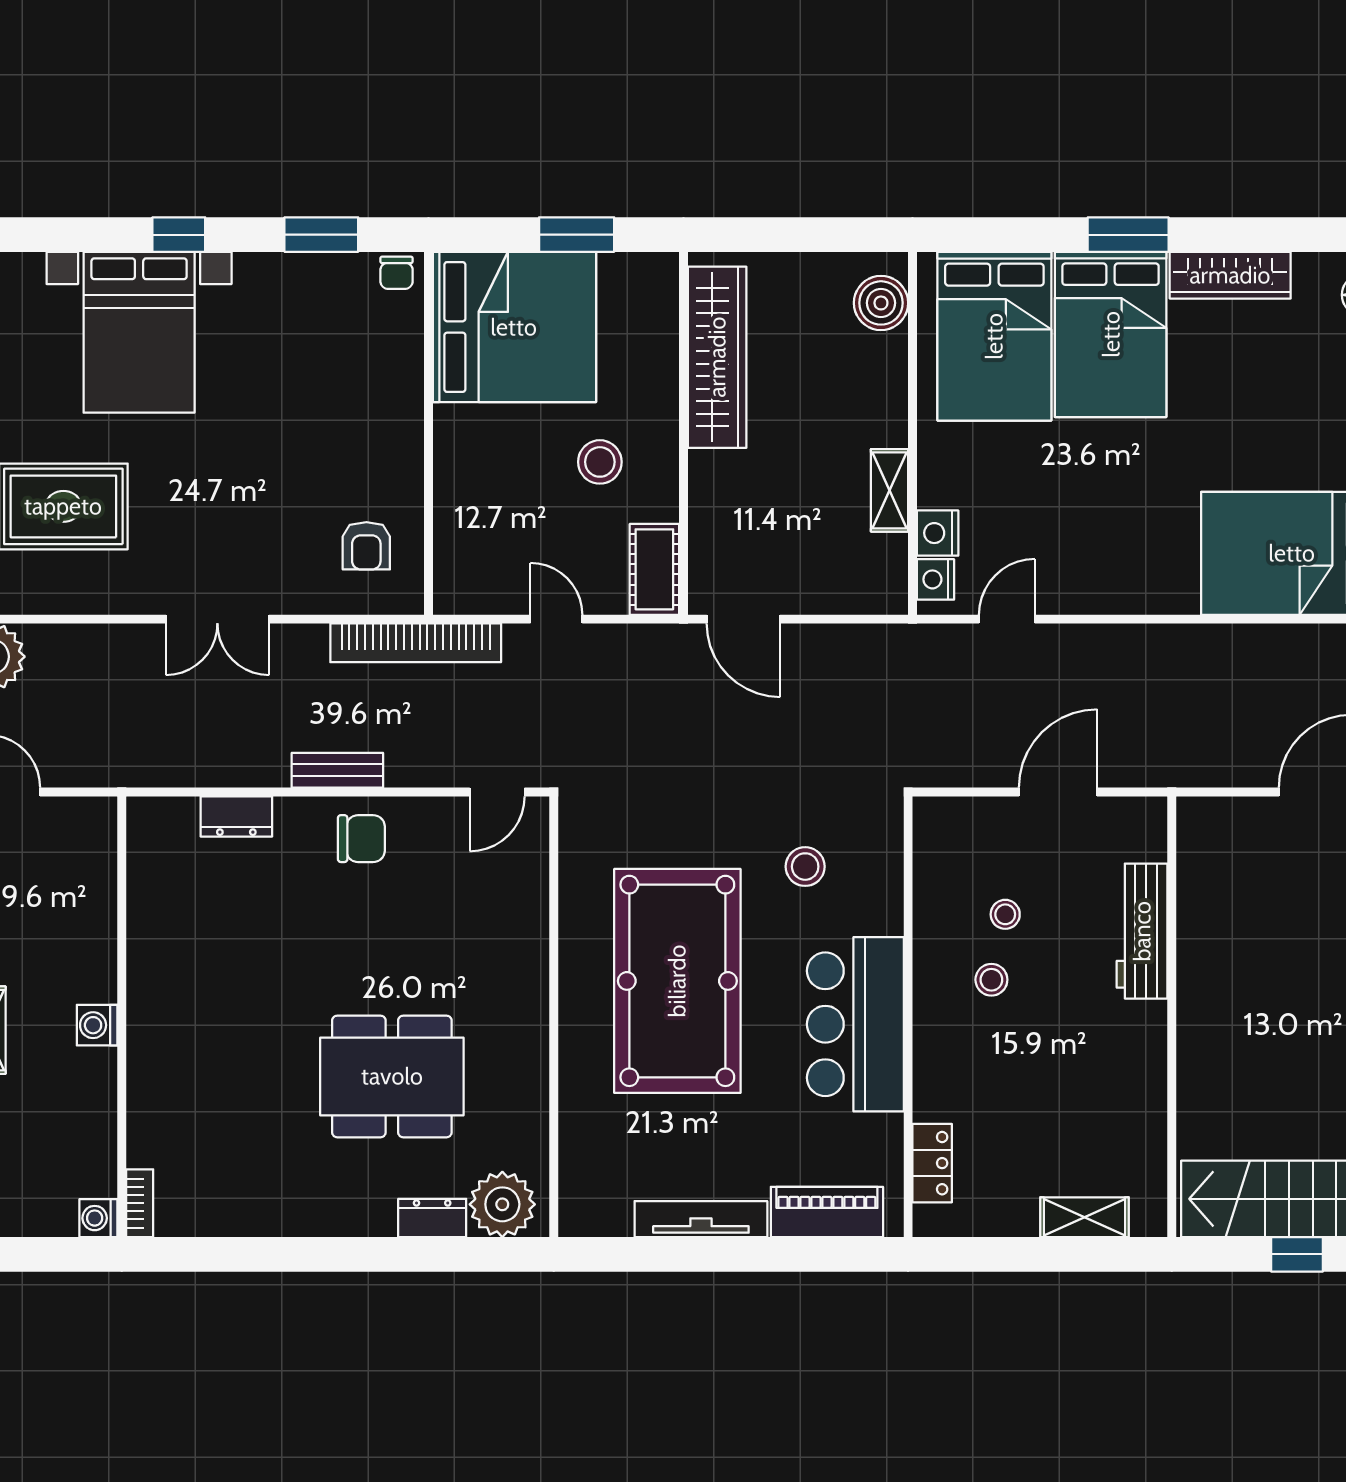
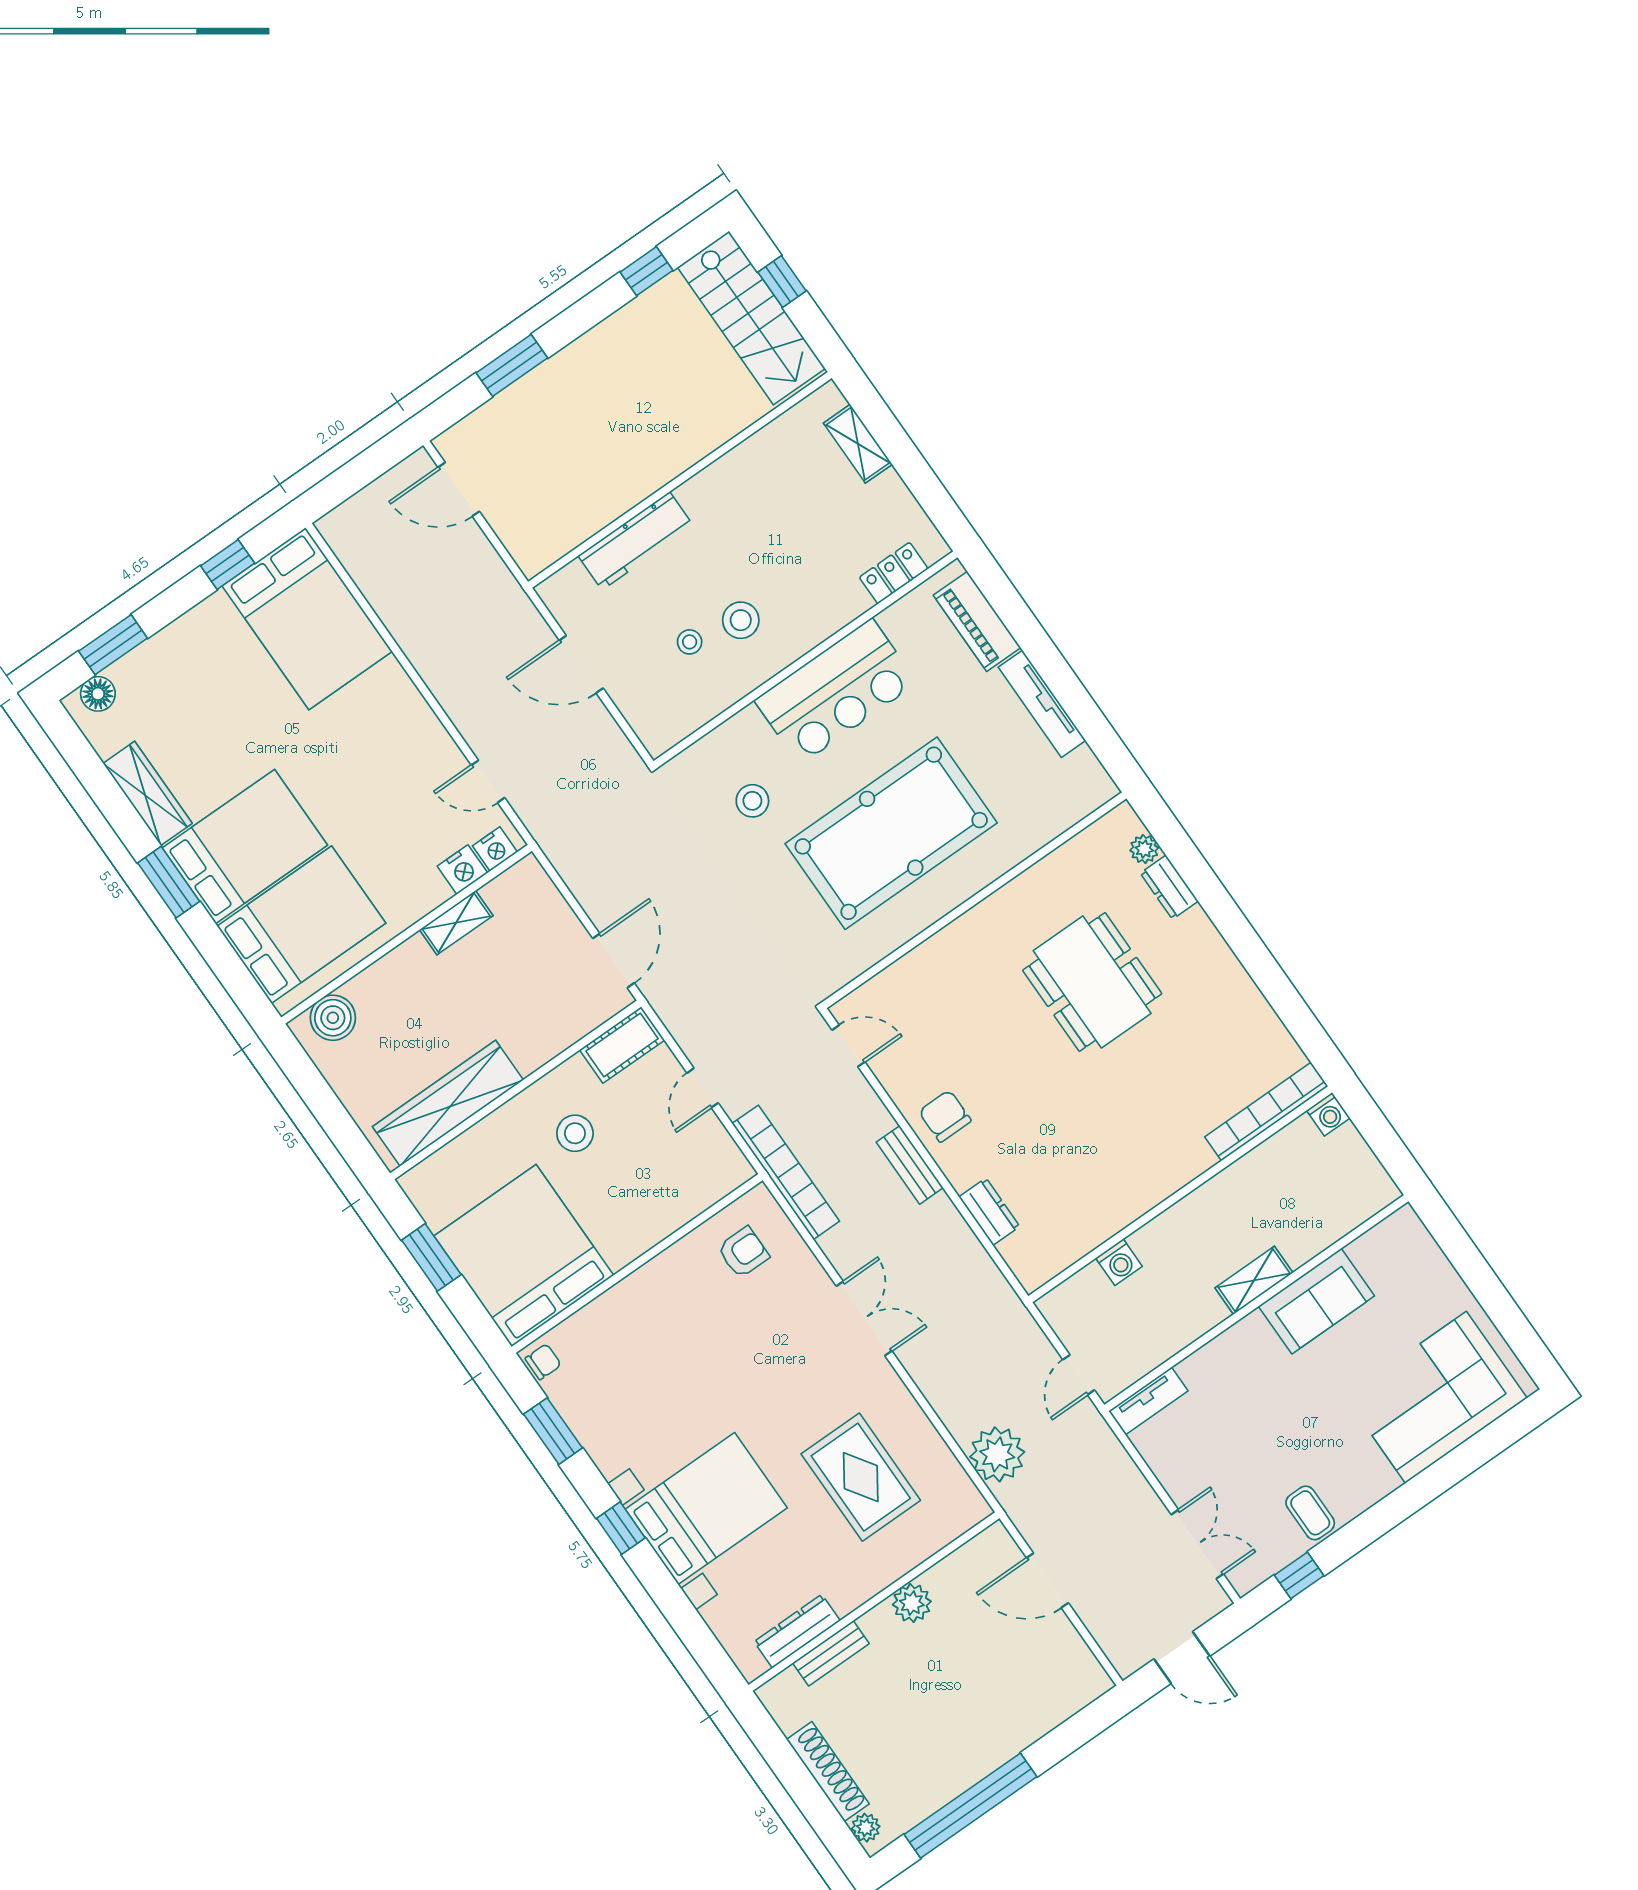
stool: (991, 980) -> (741, 620), width x1.37, depth x1.37
washing machine: (97, 1025) -> (1119, 1262), moved
bookcase: (140, 1203) -> (1266, 1112), width x2.31, depth x1.31
plant: (502, 1204) -> (1144, 849), width x0.53, depth x0.53

